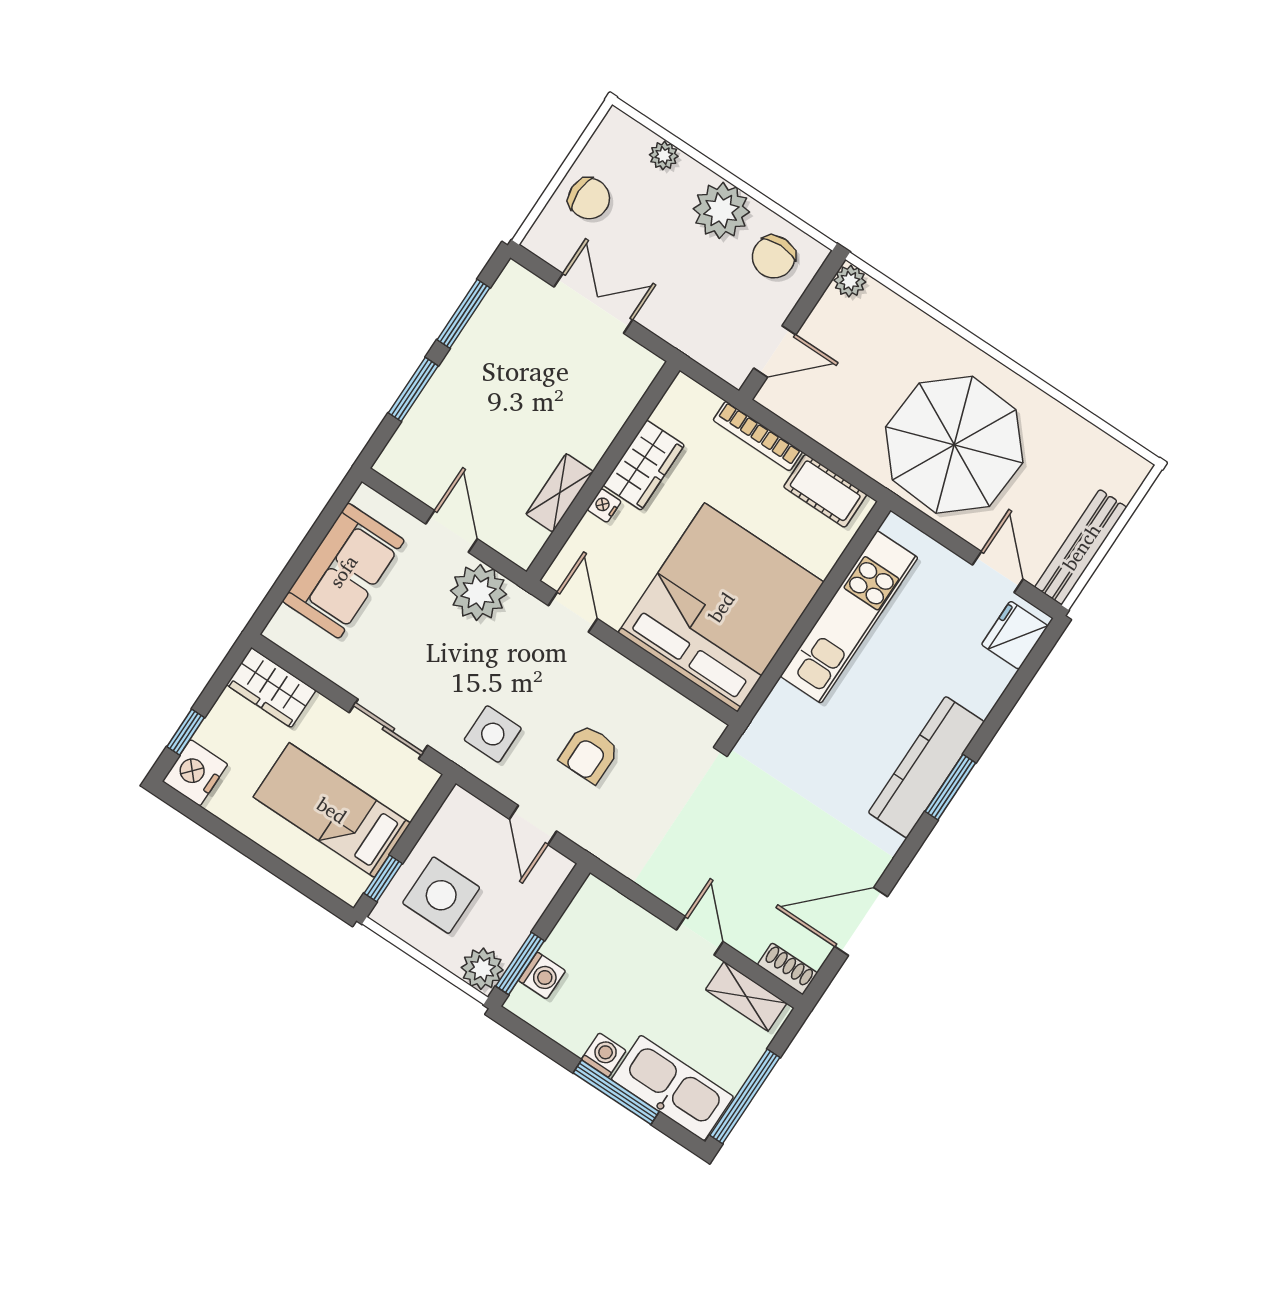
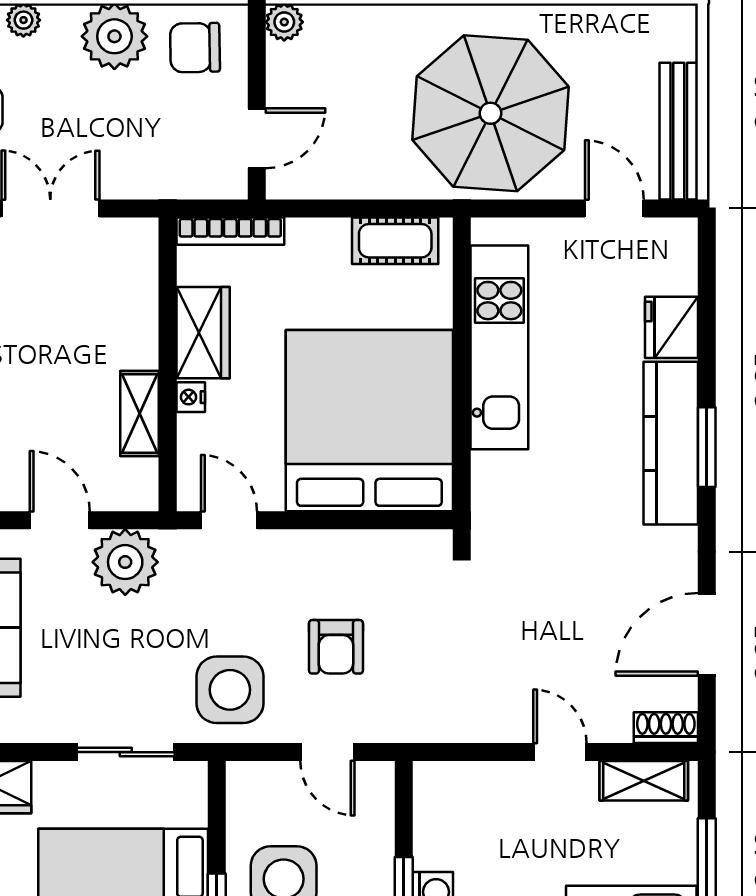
chair: (774, 257) -> (195, 48), turned 89
bookcase: (758, 436) -> (230, 231), moved
fridge: (1015, 635) -> (671, 327), moved
side table: (493, 734) -> (230, 690), width x1.37, depth x1.37

